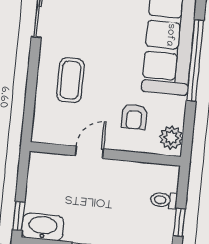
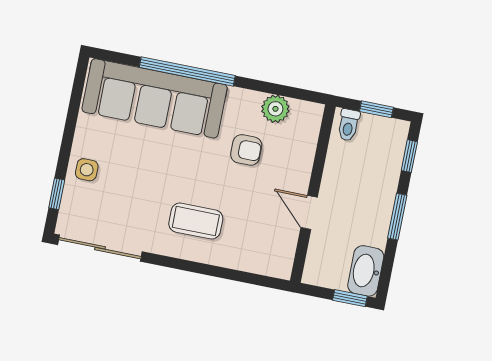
door: (89, 152) -> (309, 212), moved
wall: (105, 154) -> (313, 194), moved

